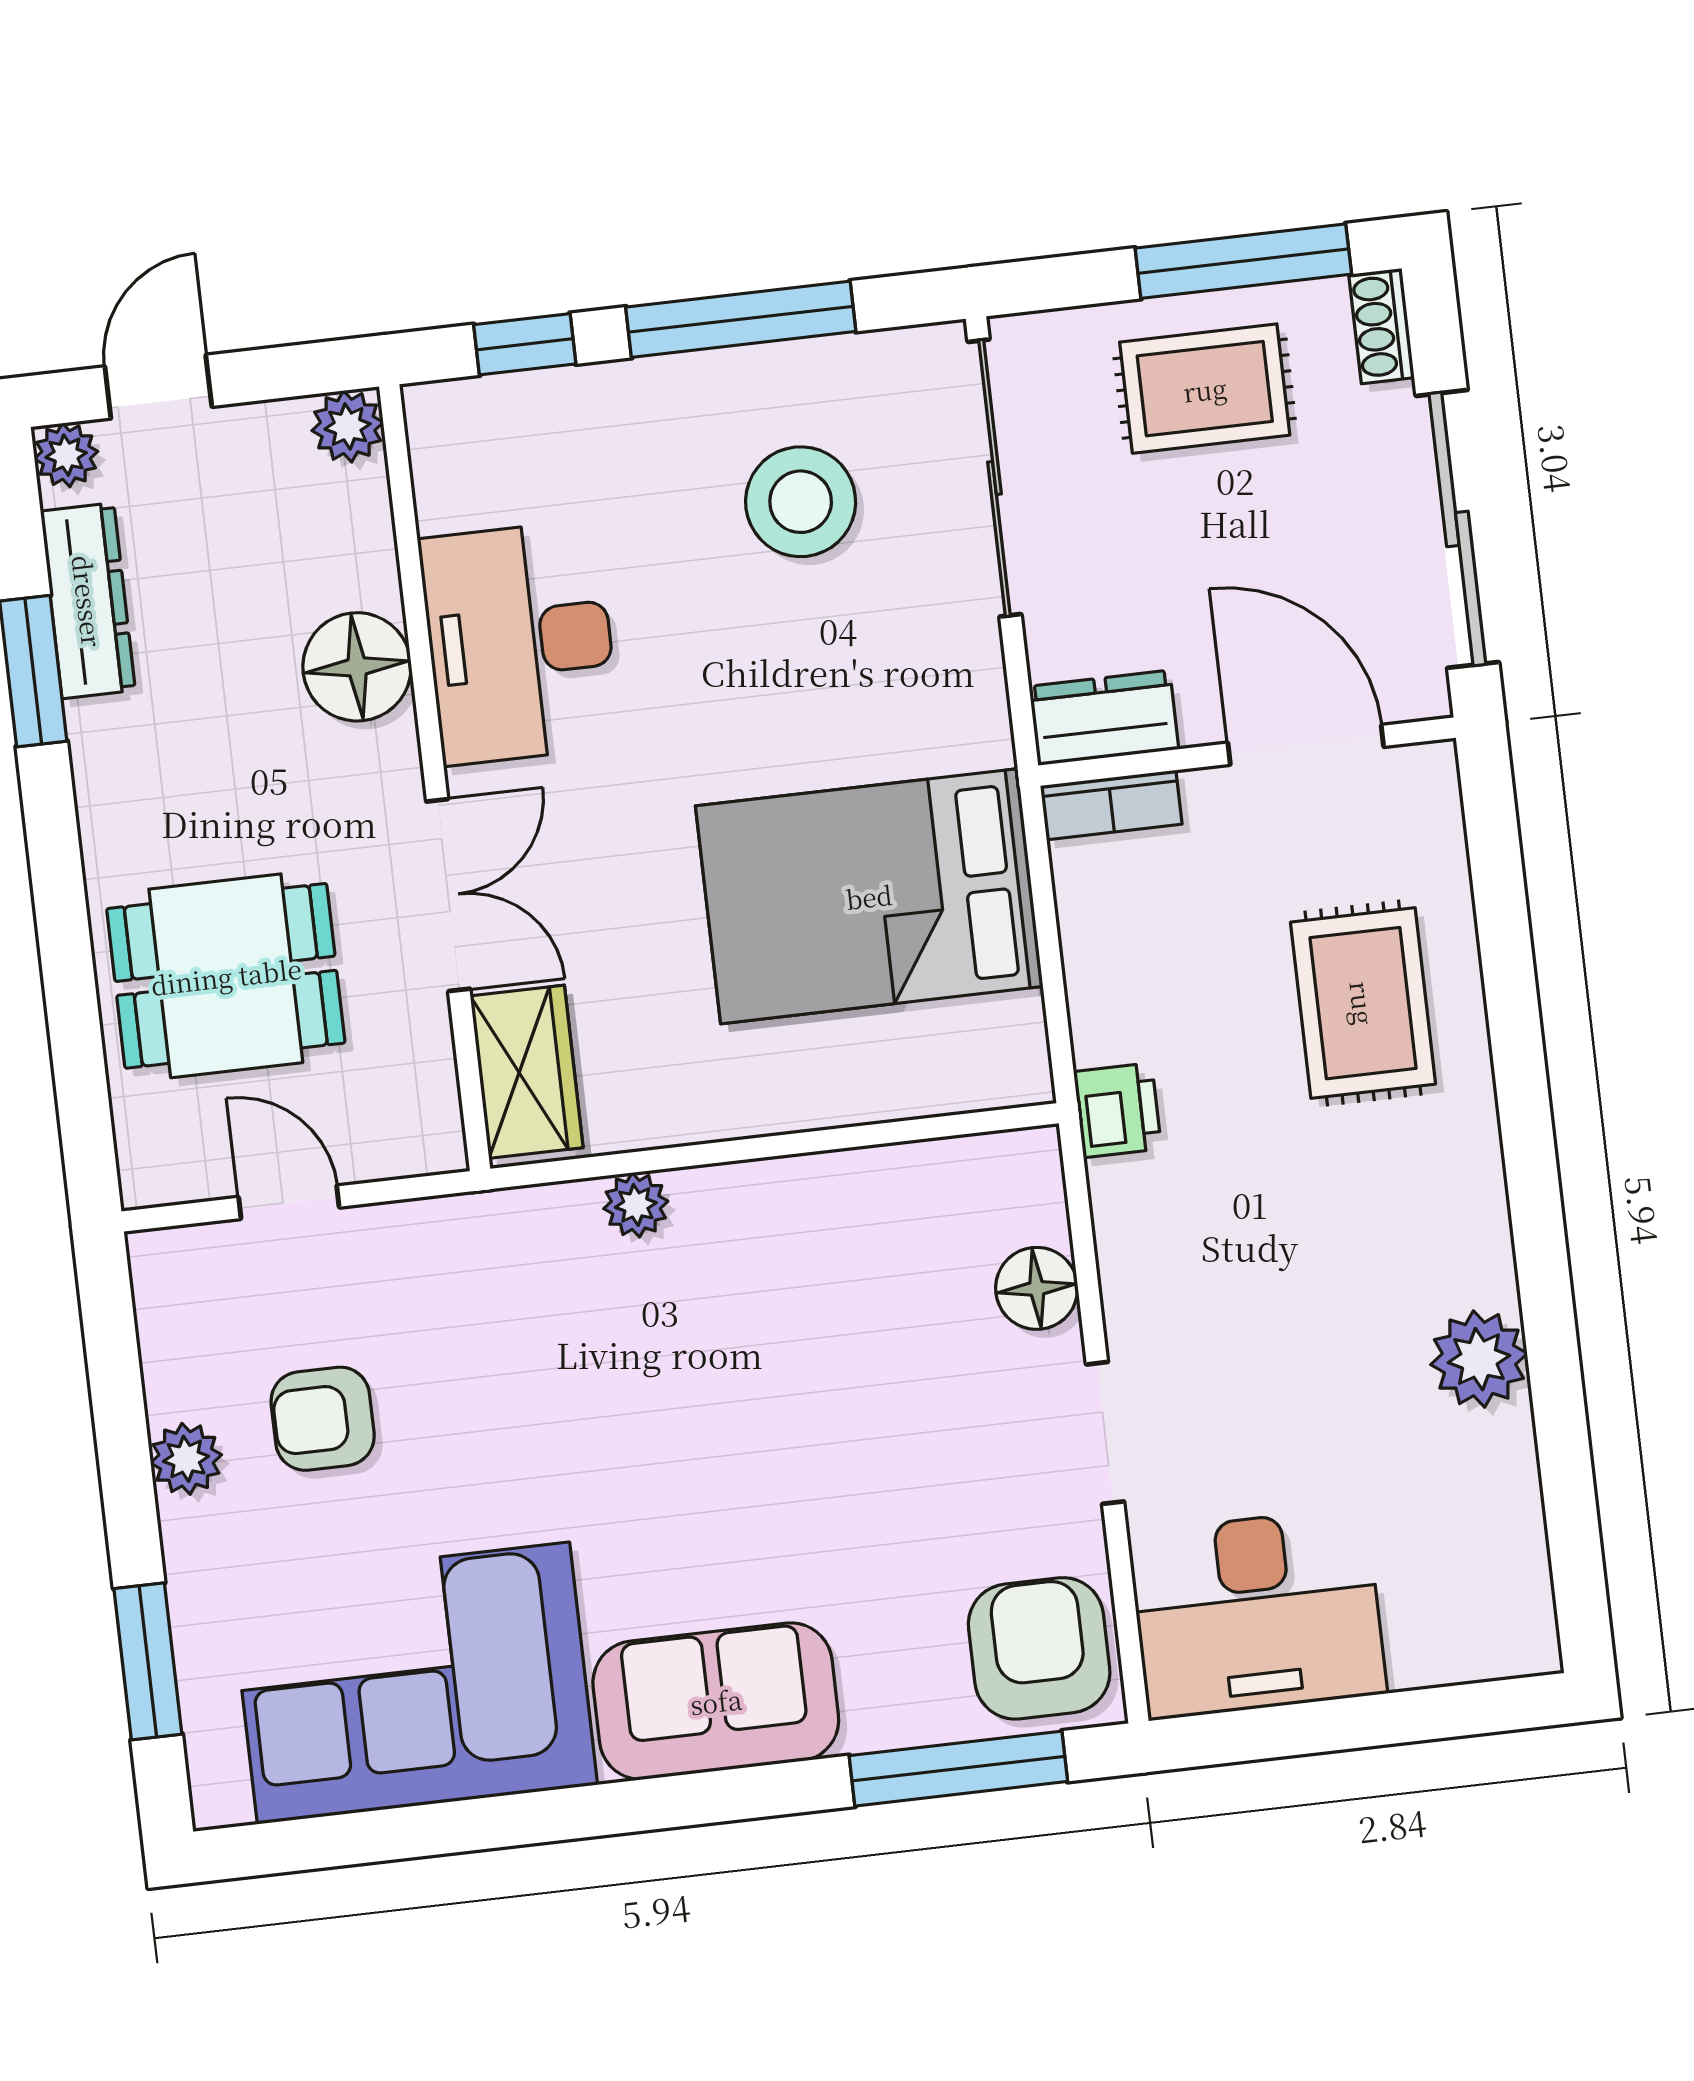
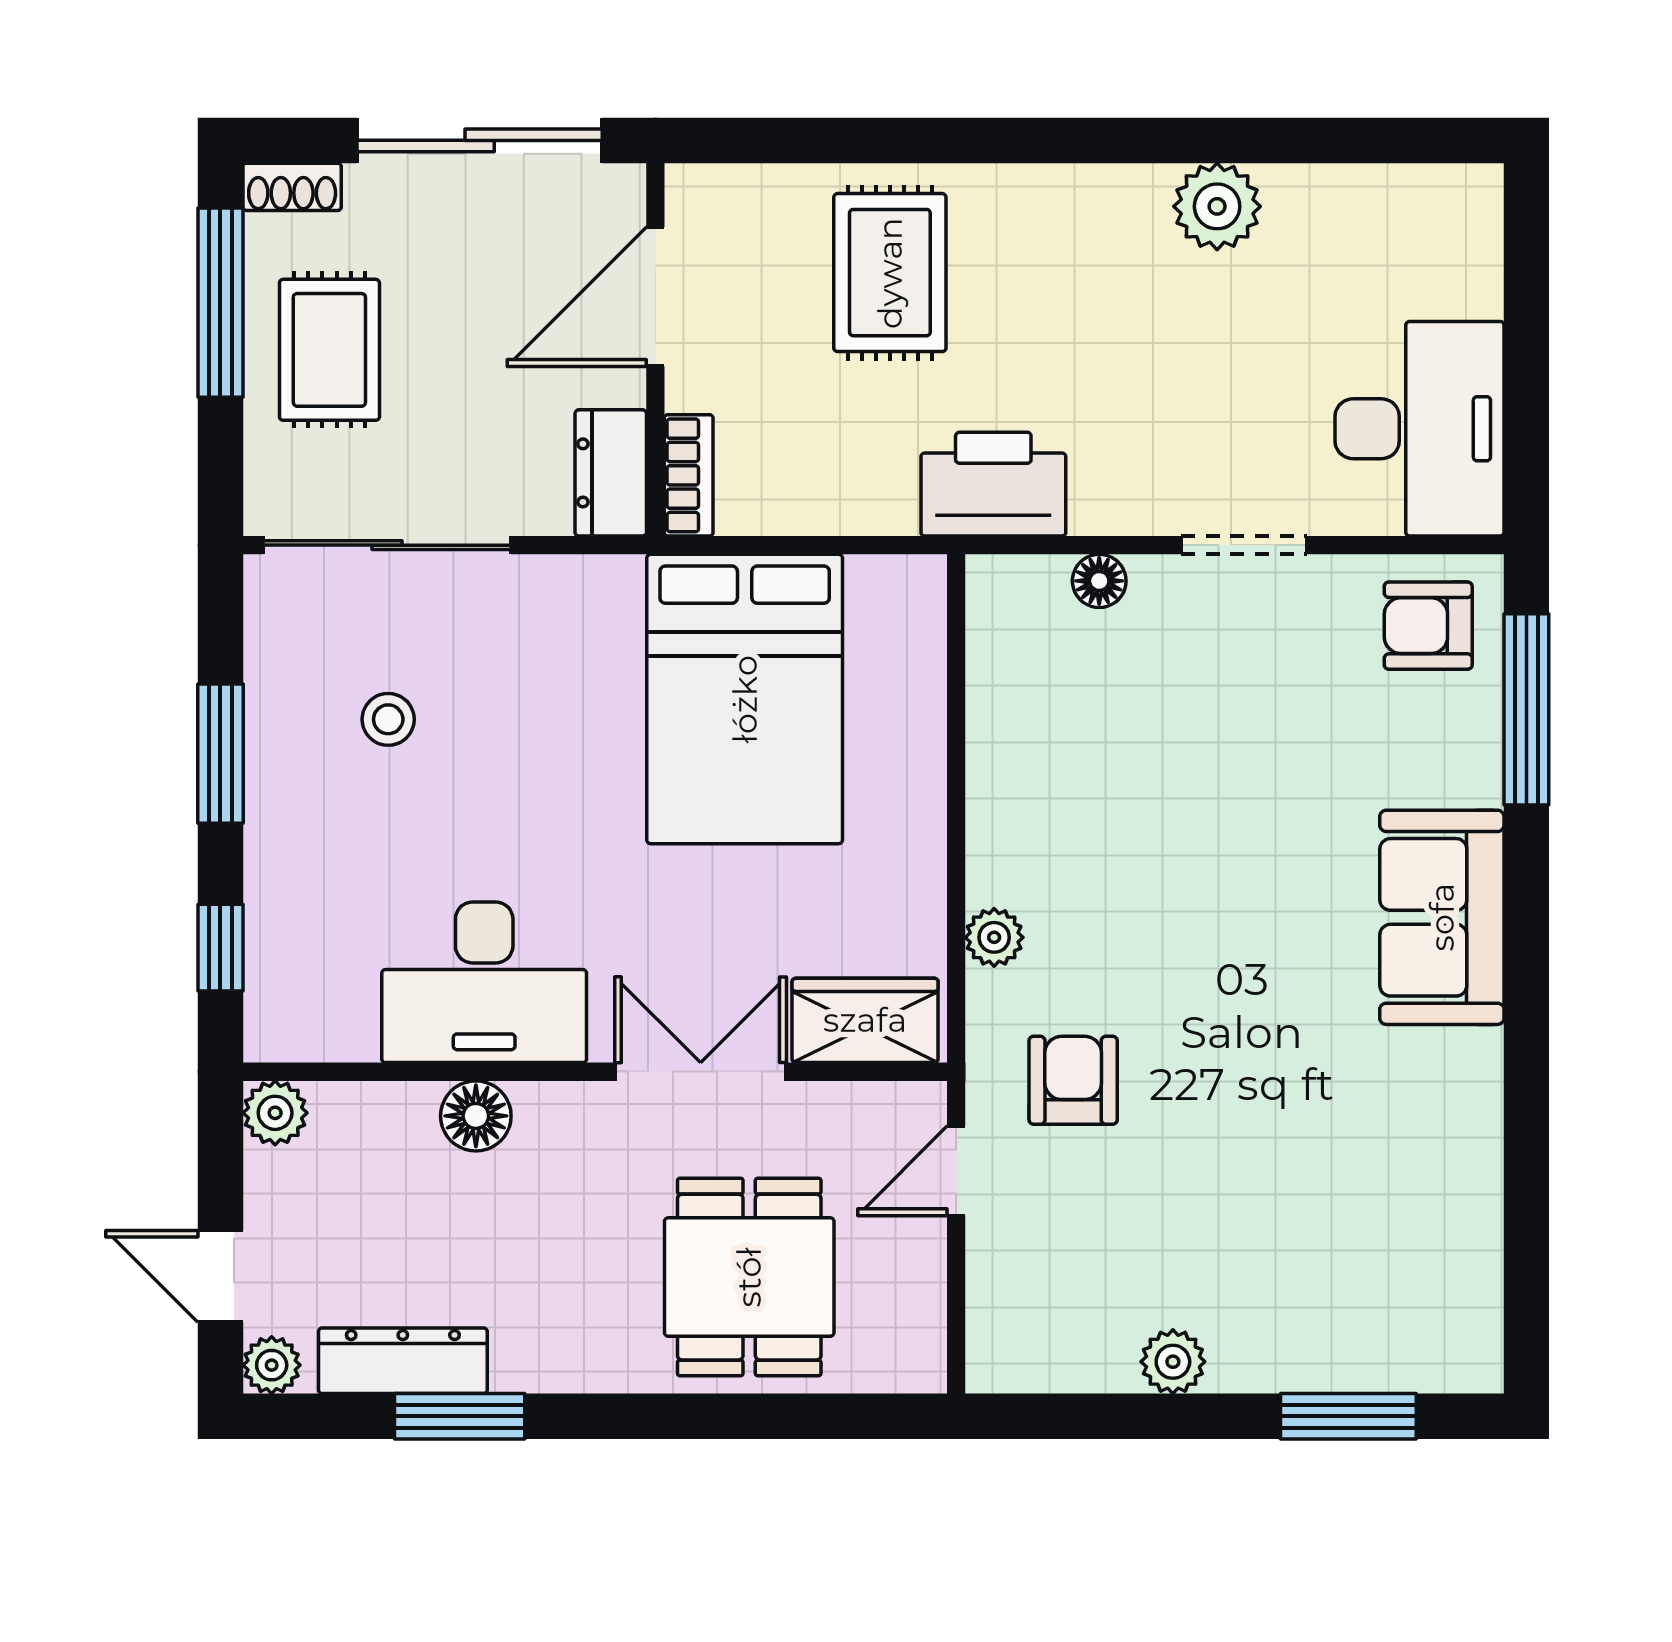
window: (741, 319) -> (220, 754), width x0.69
stool: (801, 502) -> (388, 719), width x0.53, depth x0.53
floor lamp: (357, 667) -> (476, 1116), width x0.73, depth x0.73
rug: (1363, 1003) -> (890, 273), turned 90
printer: (1118, 1110) -> (993, 484), width x1.87, depth x1.48
door: (289, 1202) -> (956, 1171), moved
floor lamp: (1037, 1288) -> (1099, 581), width x0.73, depth x0.73
armchair: (323, 1419) -> (1073, 1080), moved, turned 180
armchair: (1039, 1648) -> (1428, 626), width x0.72, depth x0.72
corner sofa: (413, 1683) -> (1395, 1183), removed

